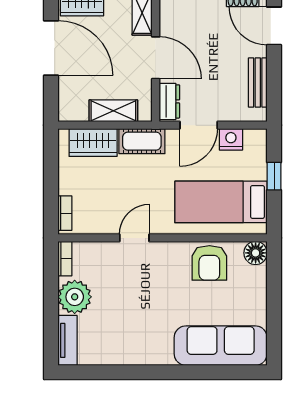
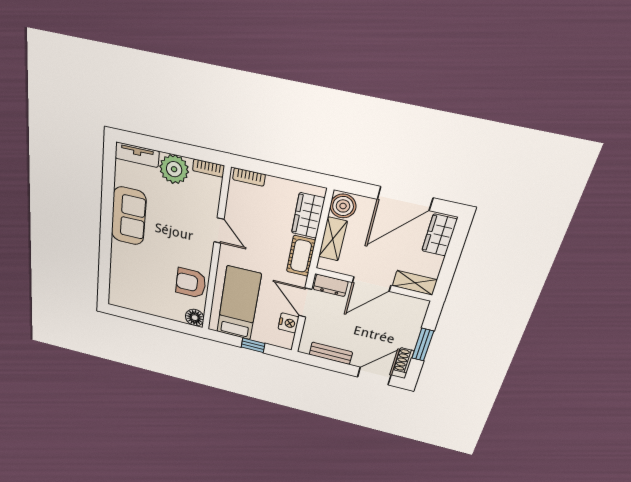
boiler: (74, 108) -> (343, 206), added
sofa: (221, 346) -> (129, 216), moved, width x0.73

